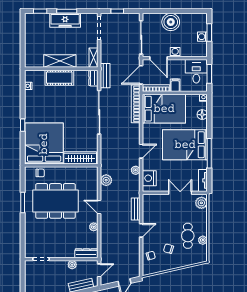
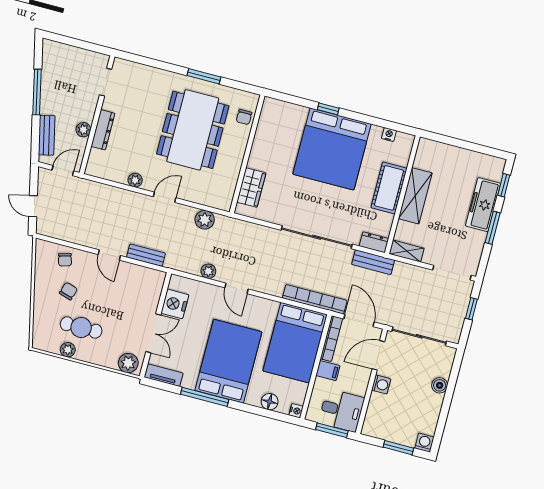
freezer: (65, 20) -> (483, 205), moved
boiler: (171, 22) -> (440, 385), width x0.54, depth x0.54
washing machine: (202, 37) -> (424, 443), moved
bed: (44, 144) -> (332, 149), moved, turned 90
wardrobe: (80, 158) -> (251, 188), width x0.67
nightstand: (149, 178) -> (175, 304), moved, turned -90
dresser: (86, 253) -> (103, 130), moved
door: (99, 270) -> (63, 171), swing flipped

